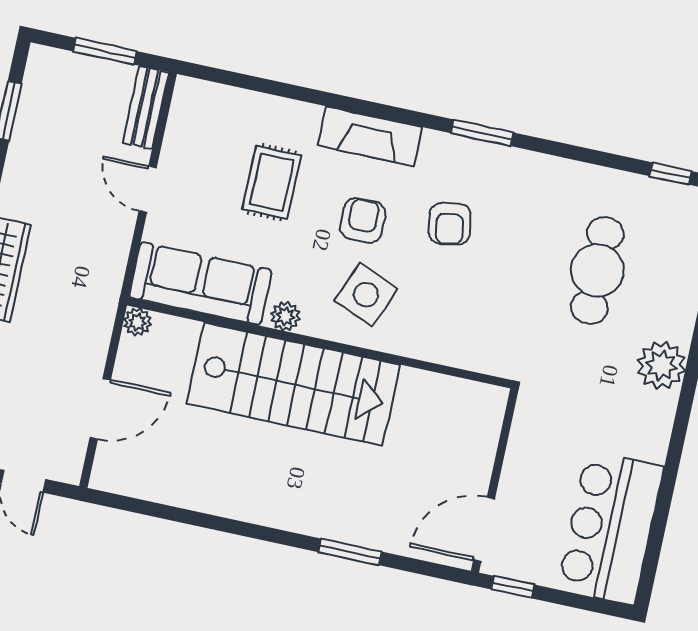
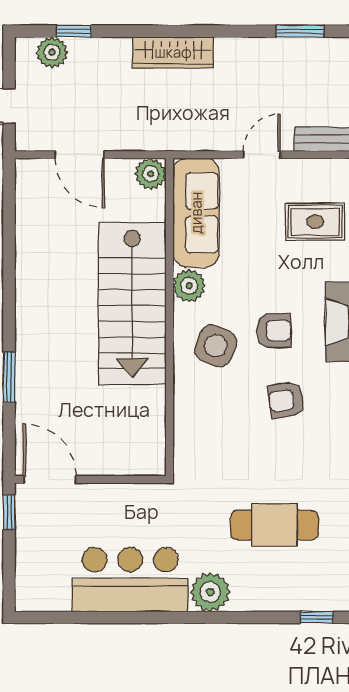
rug: (272, 182) -> (315, 222), moved
plant: (285, 316) -> (189, 286), width x1.38, depth x1.38
plant: (138, 322) -> (151, 174), width x1.38, depth x1.38
bar counter: (611, 528) -> (130, 580), moved

